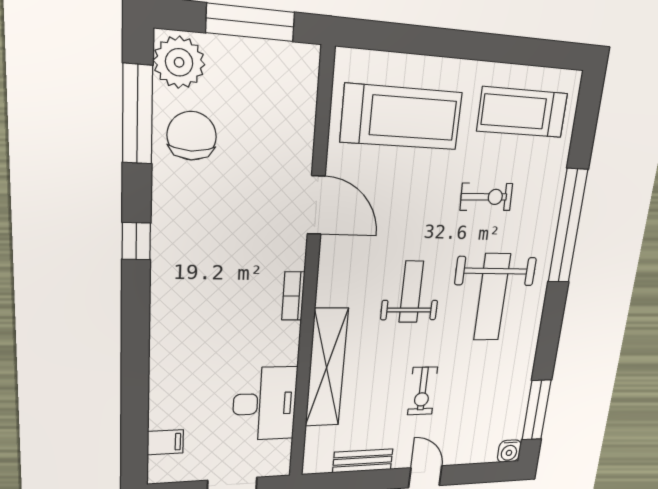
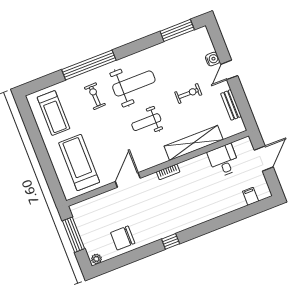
plant: (179, 62) -> (96, 259), width x0.53, depth x0.53
window: (137, 114) -> (124, 260), removed
exercise bike: (486, 197) -> (95, 96), moved
desk: (265, 404) -> (224, 161), width x0.73
water cooler: (509, 451) -> (213, 59), moved

